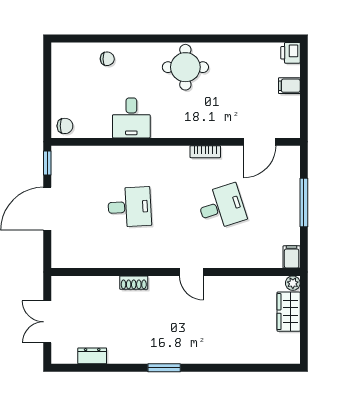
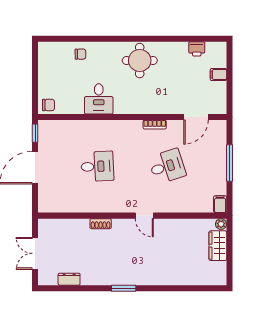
printer: (290, 53) -> (197, 49), moved, turned -90

